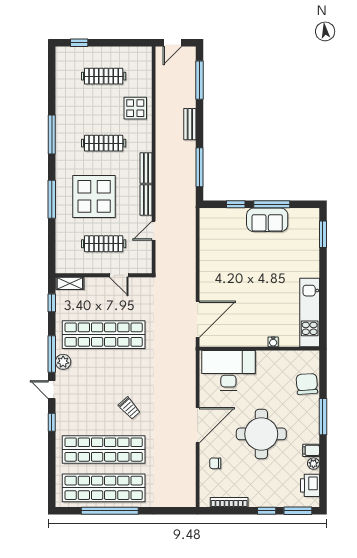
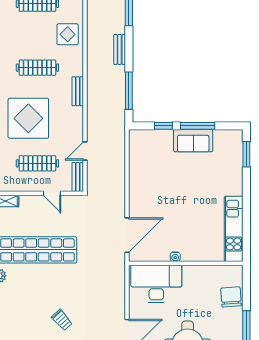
bench: (146, 200) -> (78, 177), moved
water cooler: (273, 342) -> (175, 257), moved

